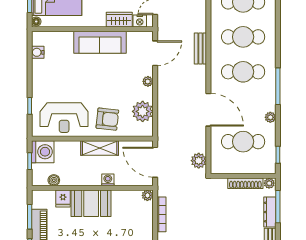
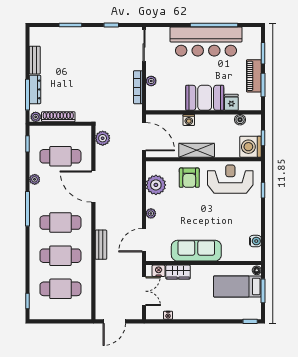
armchair: (107, 119) -> (189, 178), turned -96
plant: (147, 195) -> (151, 81), moved

